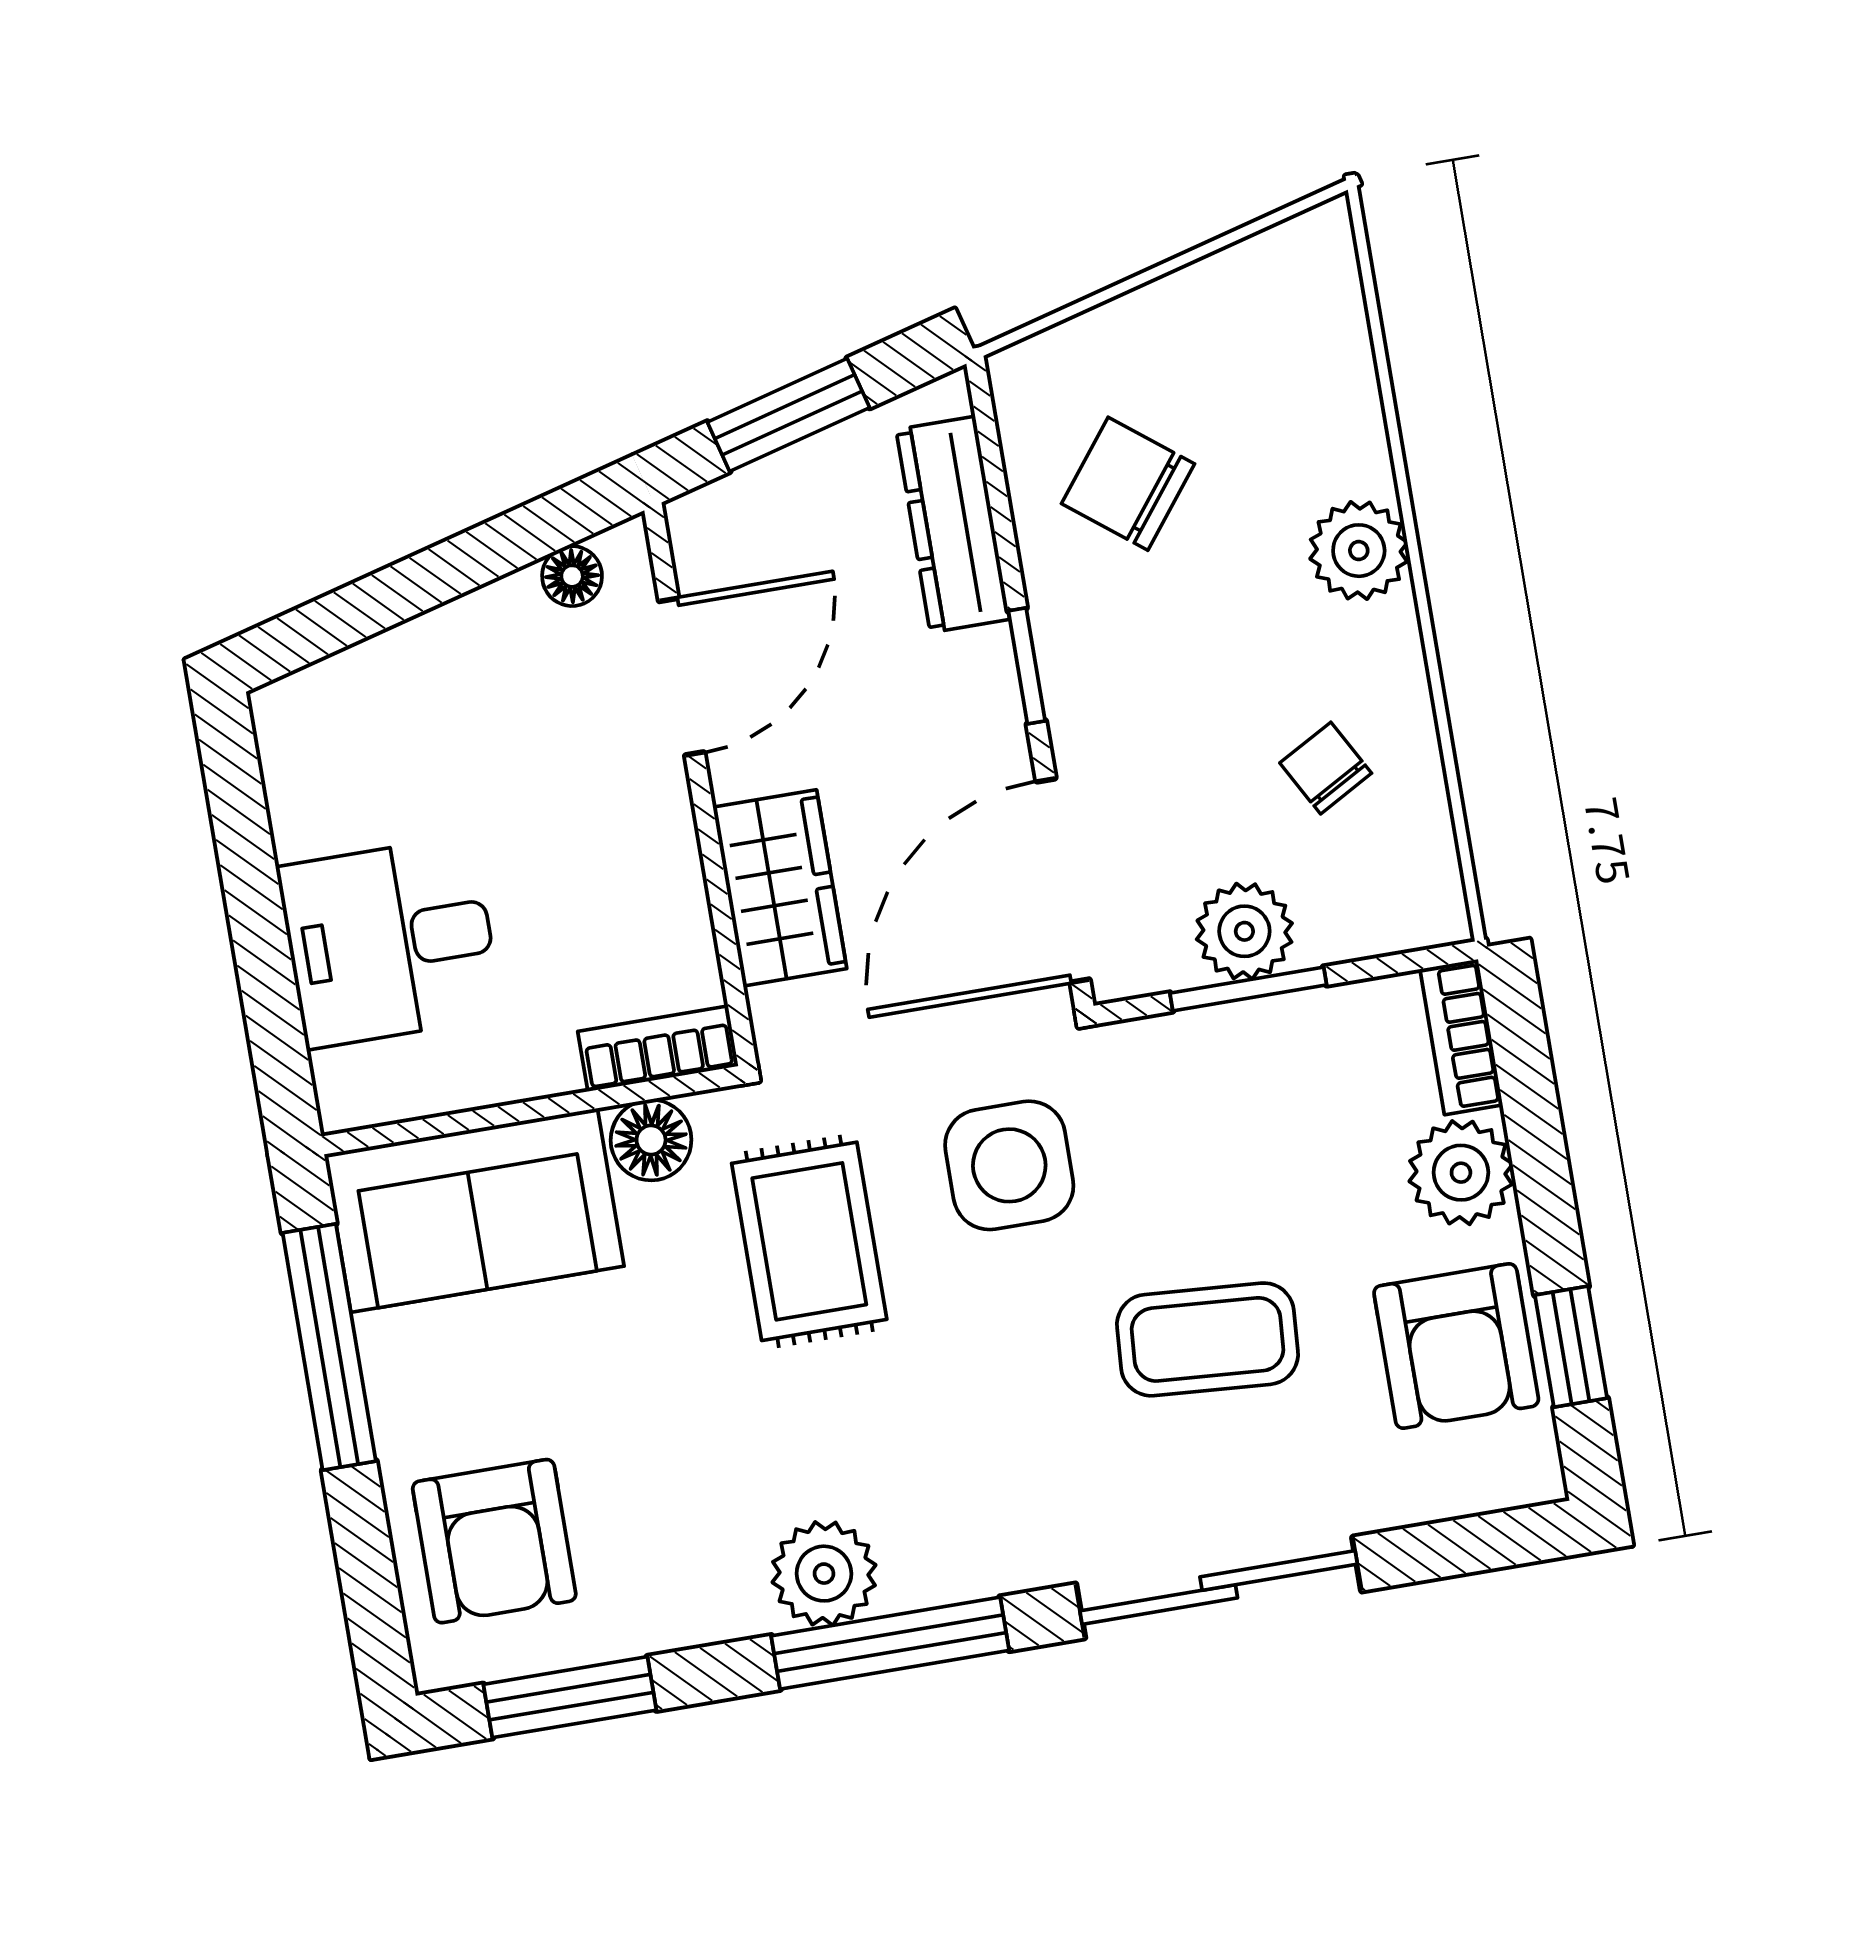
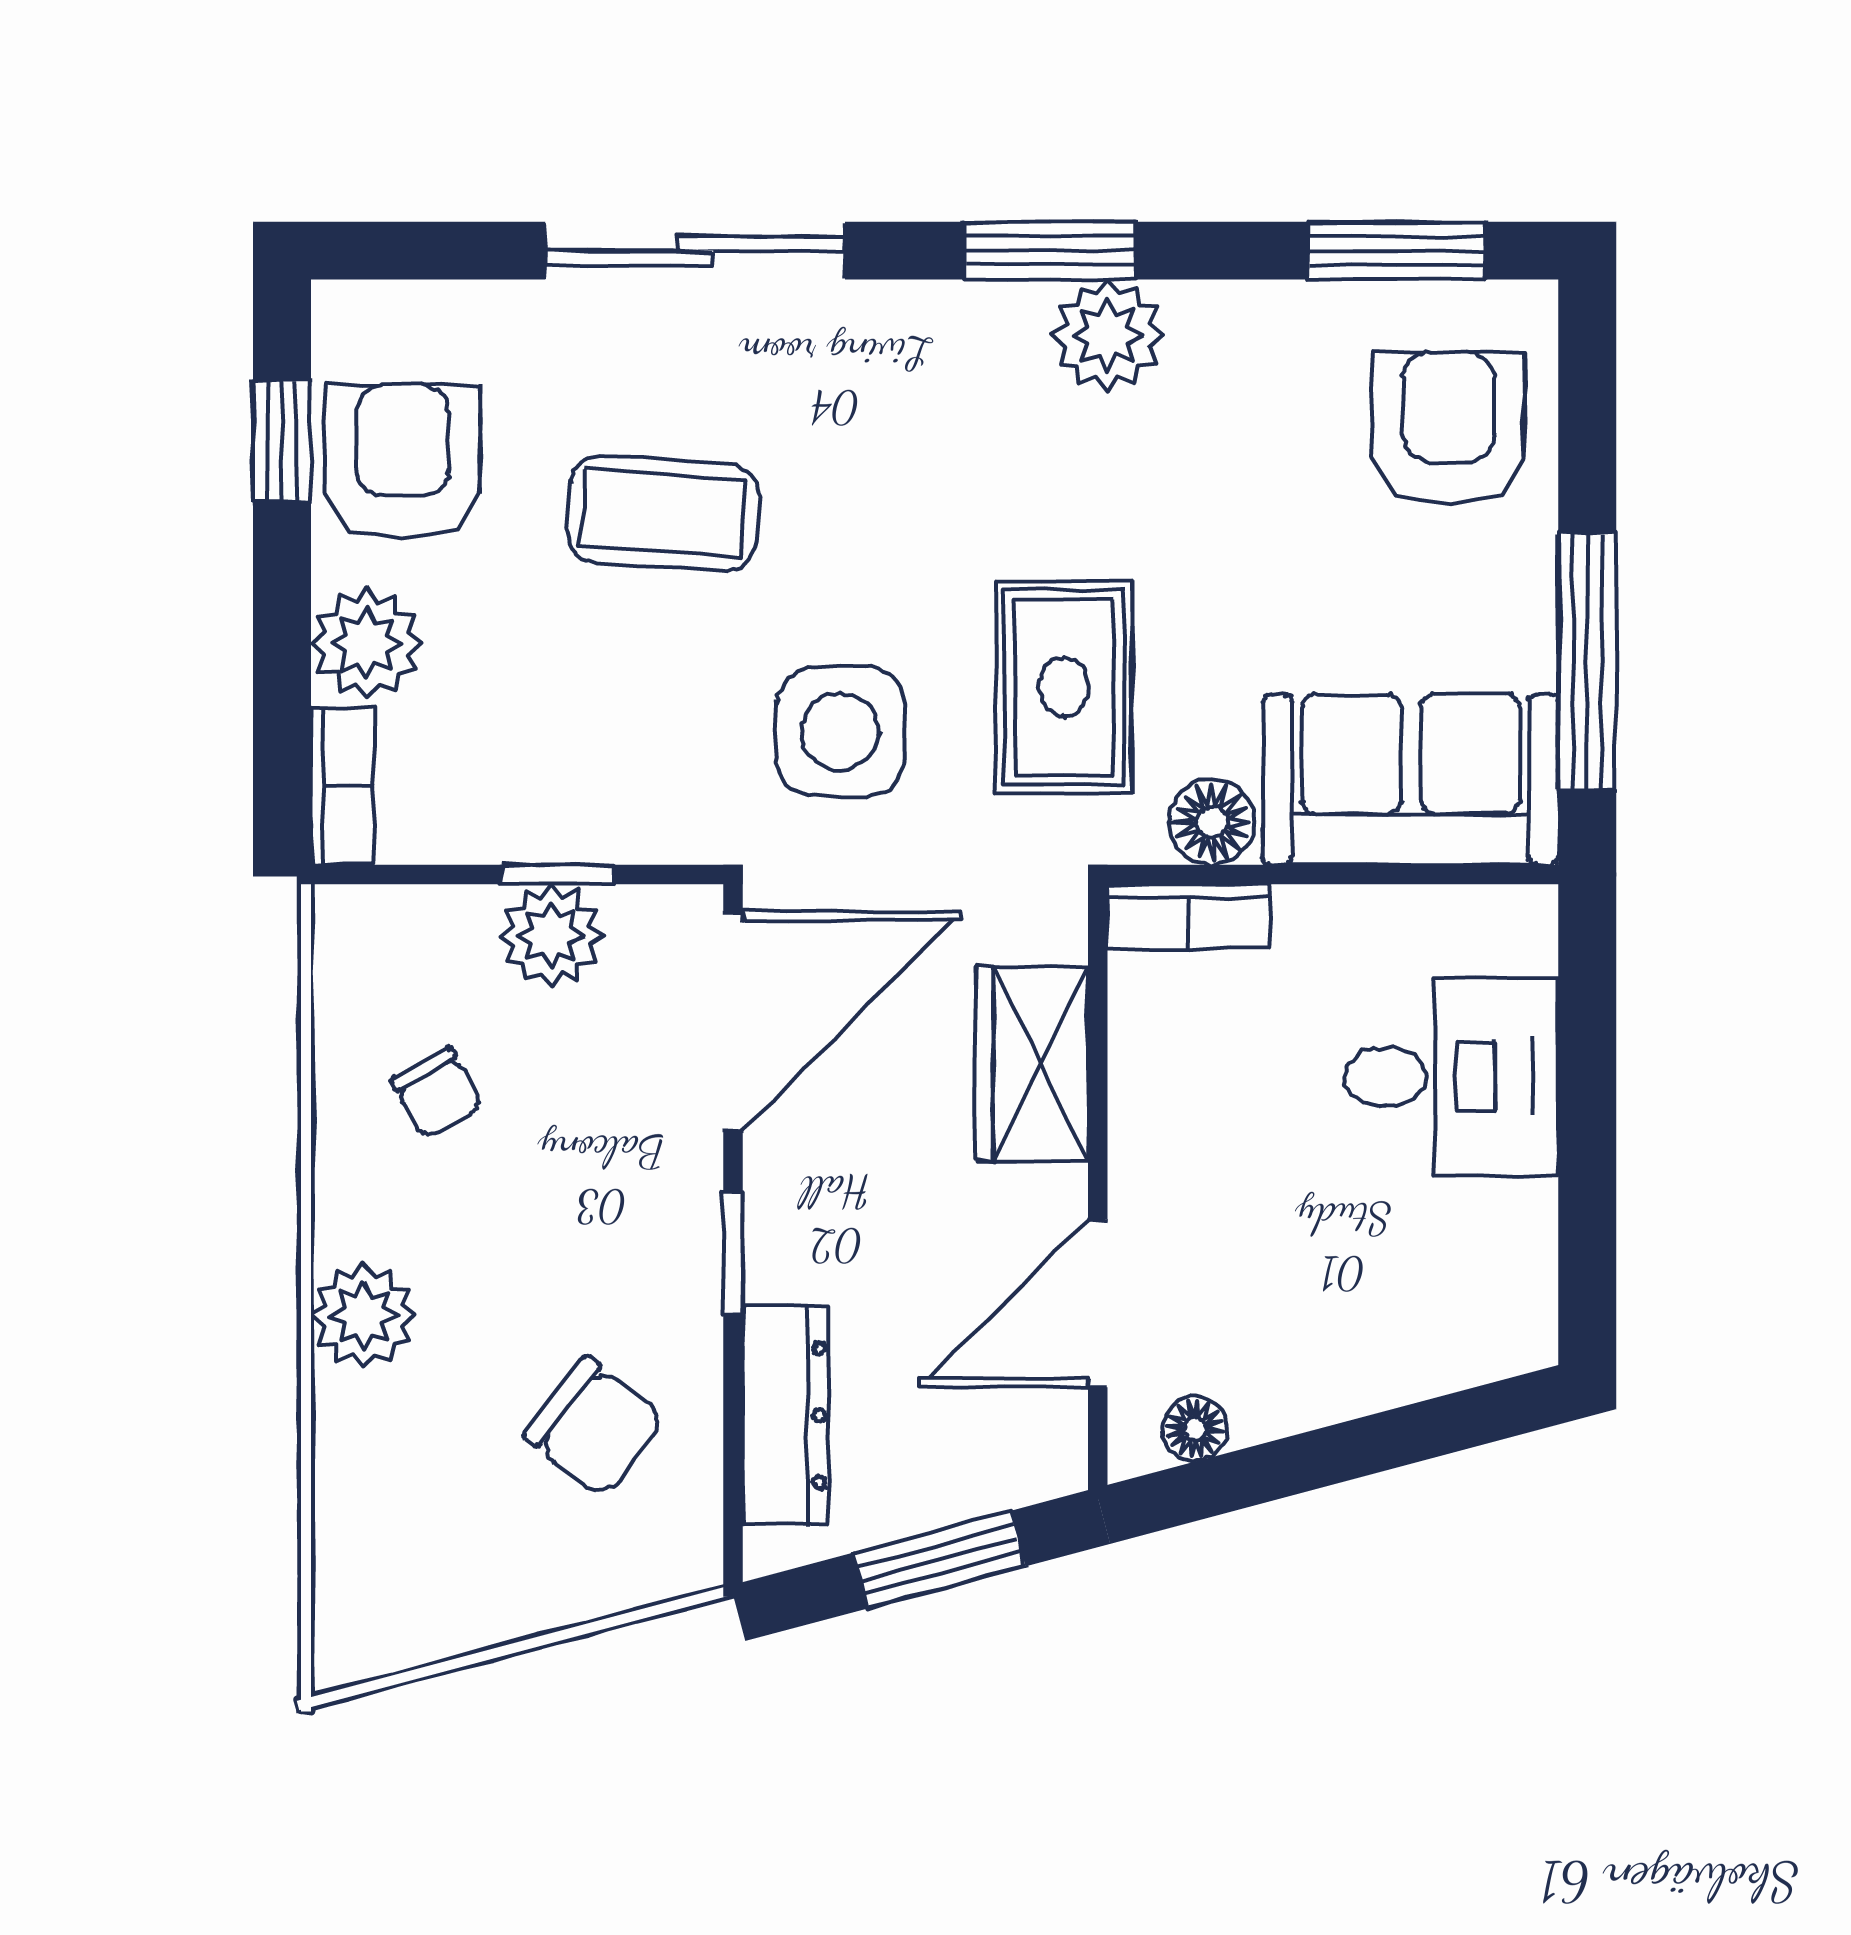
window: (1248, 989) -> (558, 875), width x0.67
window: (890, 1643) -> (1050, 251), width x0.69

